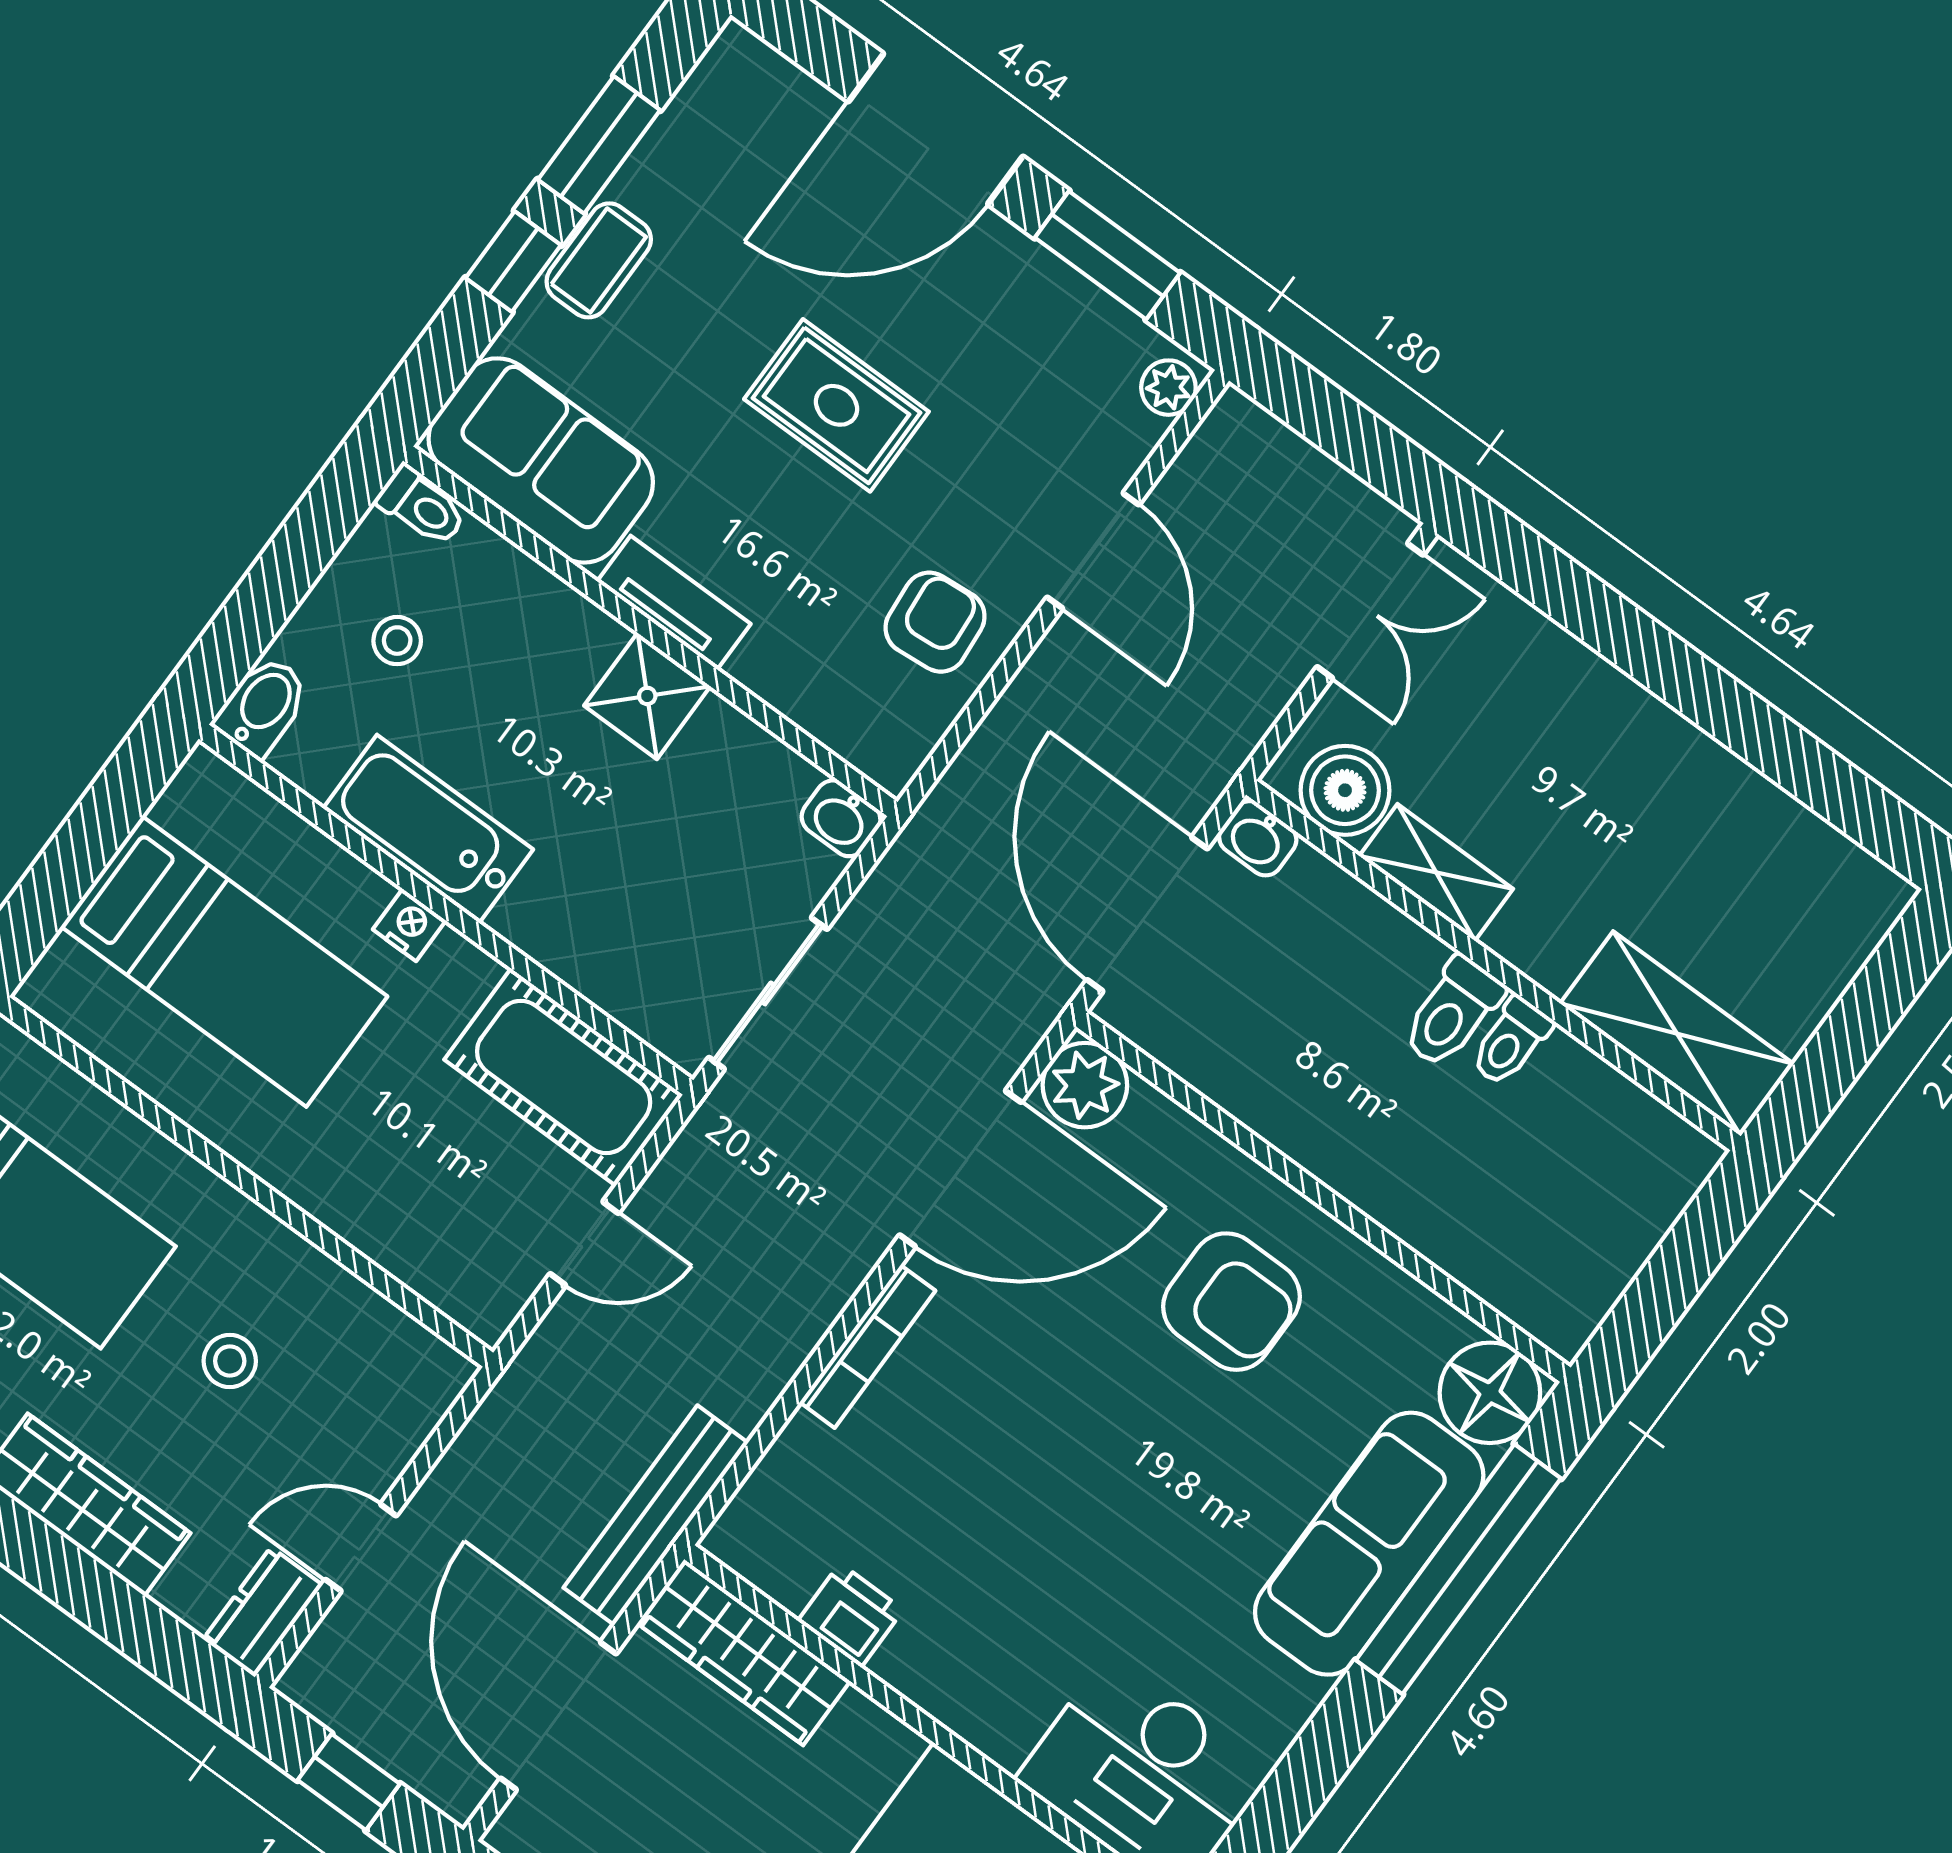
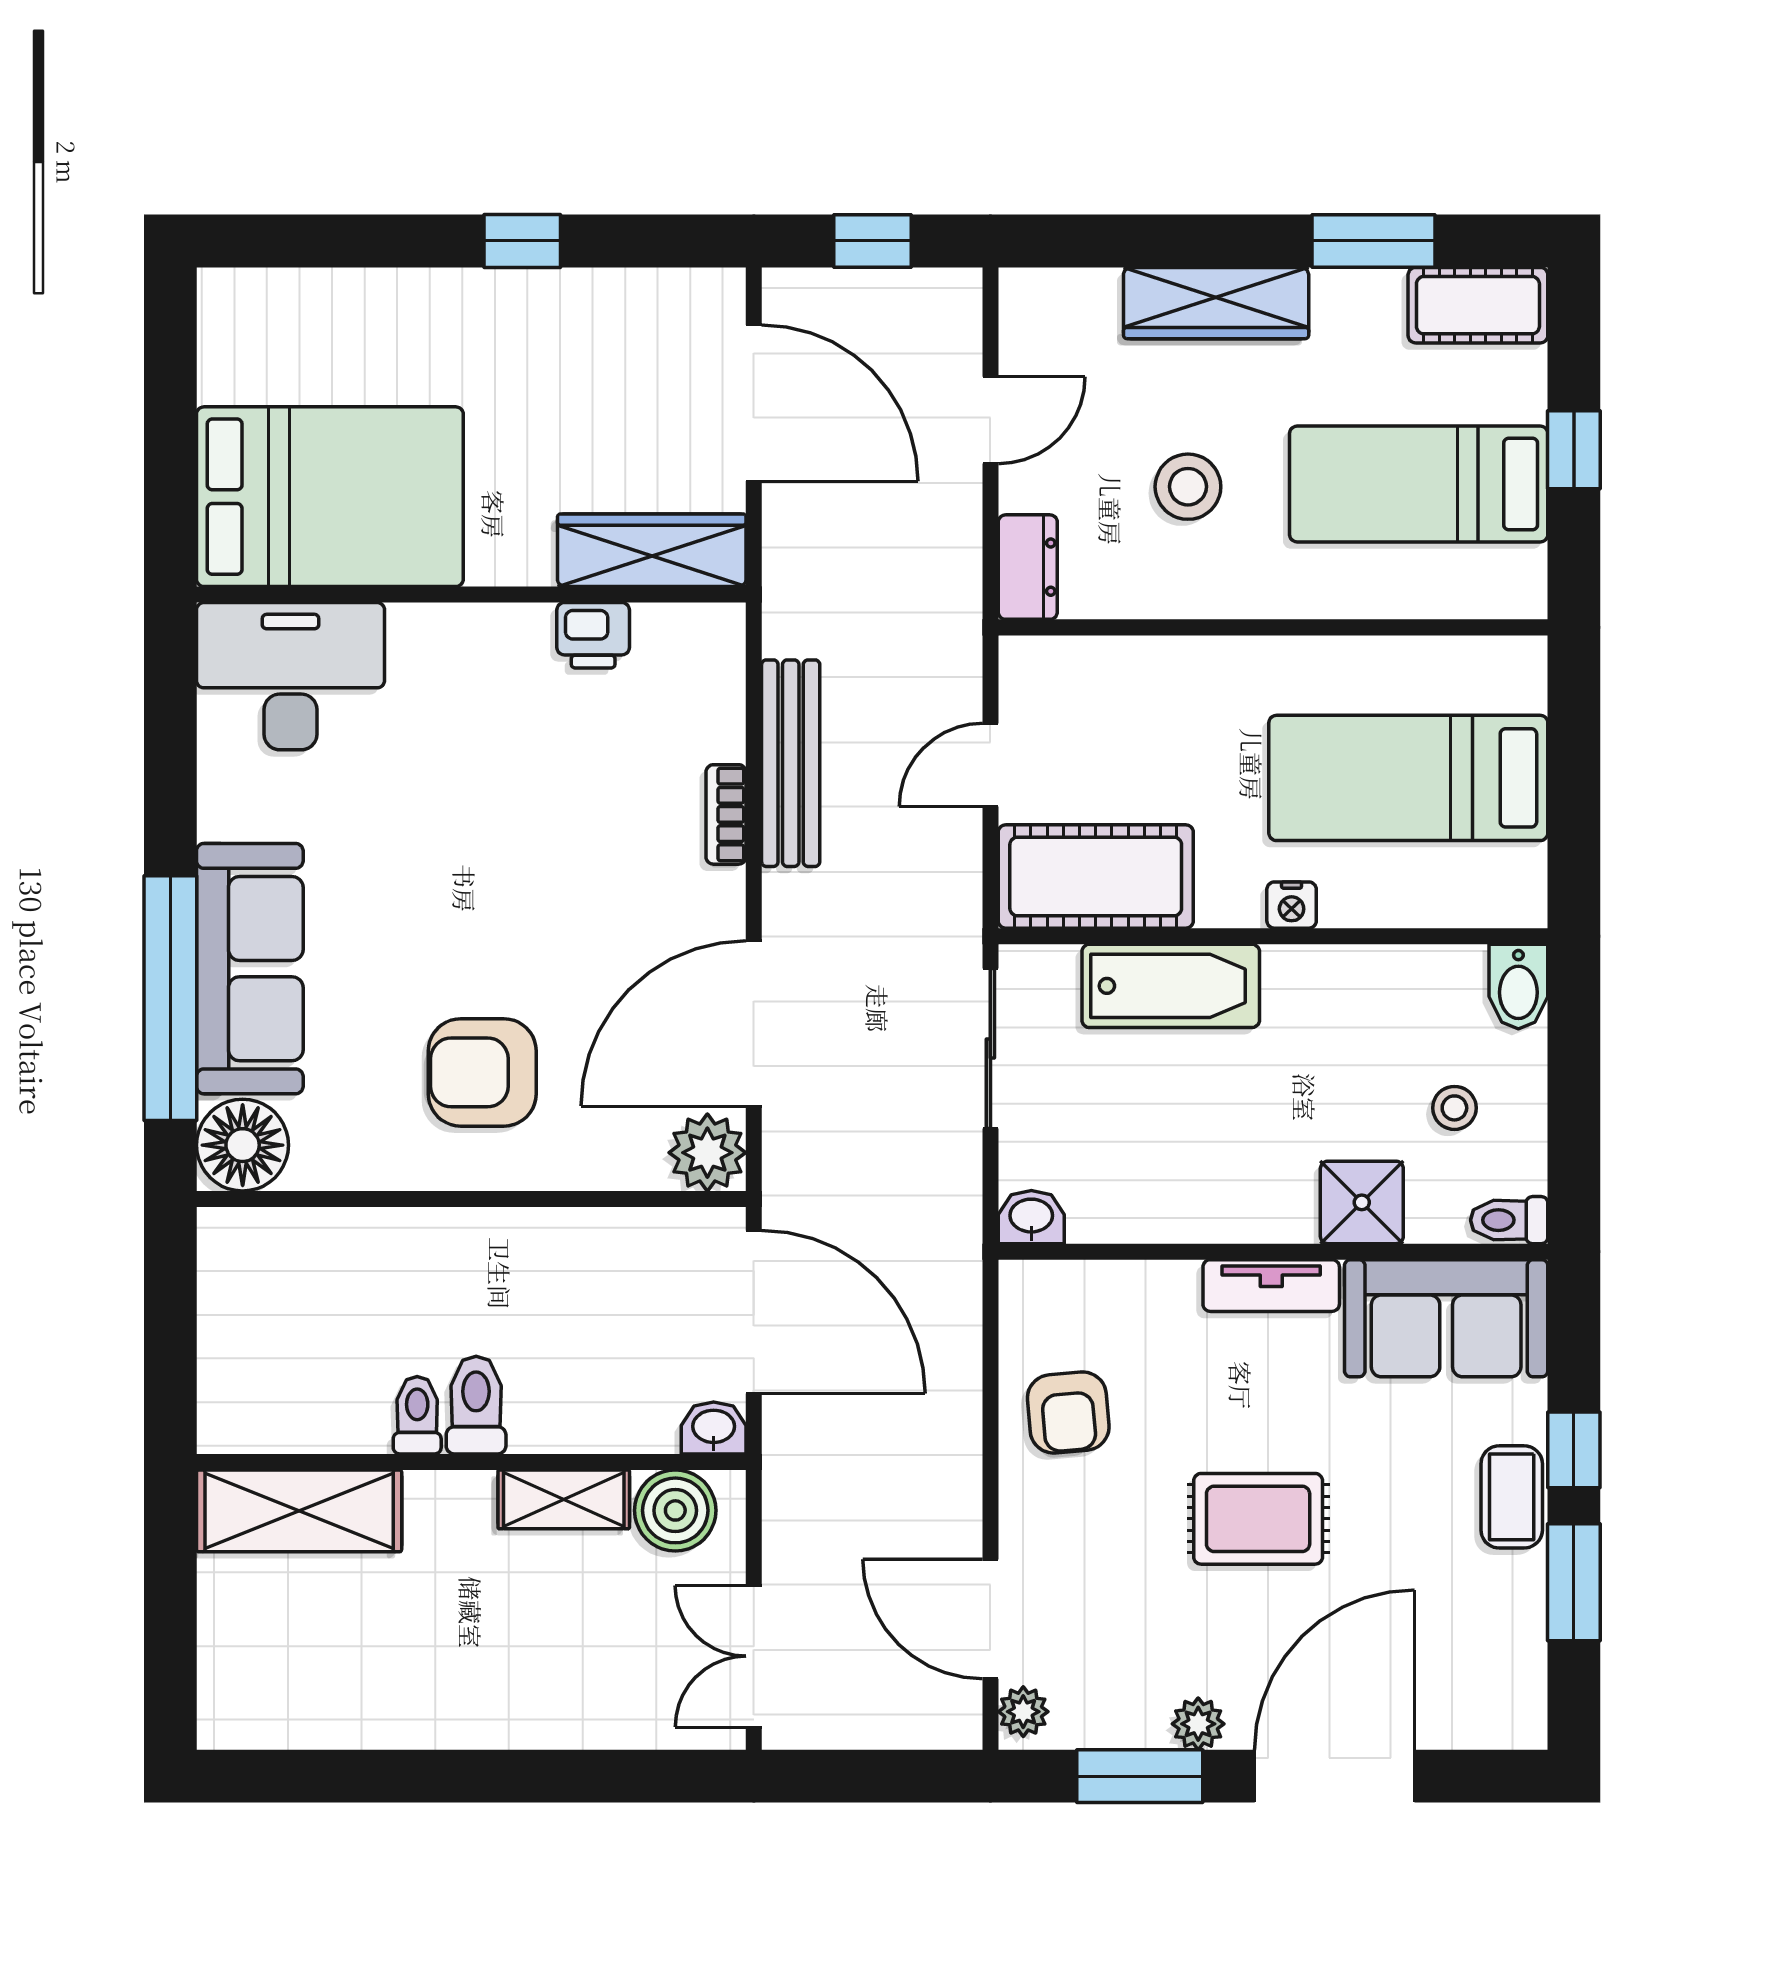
plant: (1022, 263) -> (1198, 1724), added
door: (1093, 551) -> (990, 1619), moved
shower: (647, 696) -> (1362, 1202), moved
bathtub: (428, 829) -> (1171, 986), moved
bookcase: (868, 1346) -> (726, 814), width x0.64
stool: (230, 1361) -> (1188, 487), width x1.37, depth x1.37
bench: (656, 1515) -> (791, 763), moved
dresser: (263, 1612) -> (1028, 567), moved

